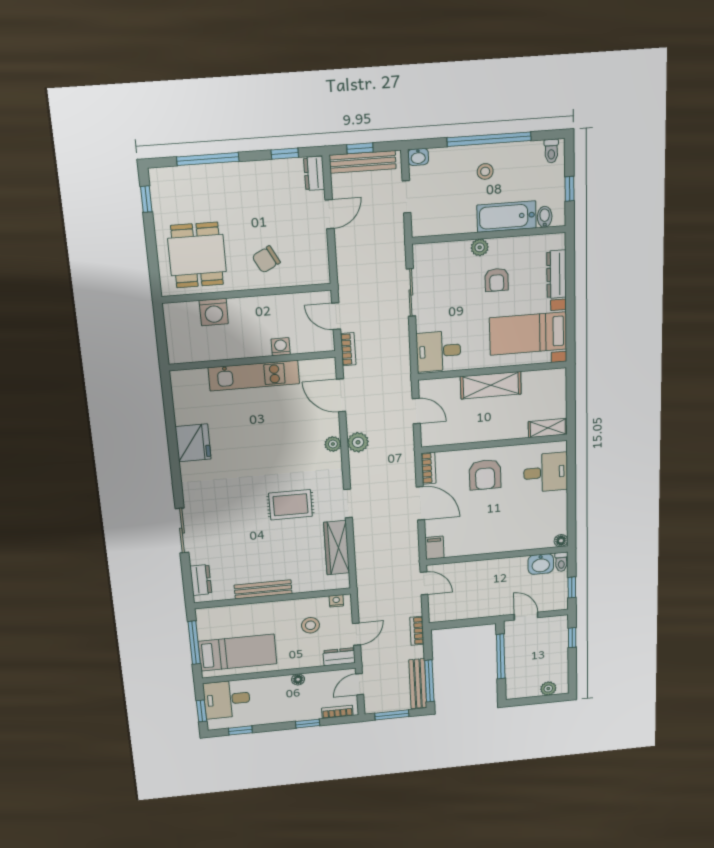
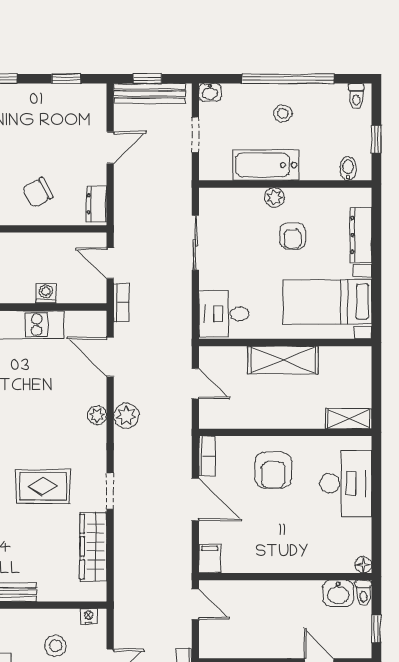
dresser: (314, 173) -> (96, 204), moved
bathtub: (507, 217) -> (266, 165), moved
desk: (546, 472) -> (346, 483), width x1.37

